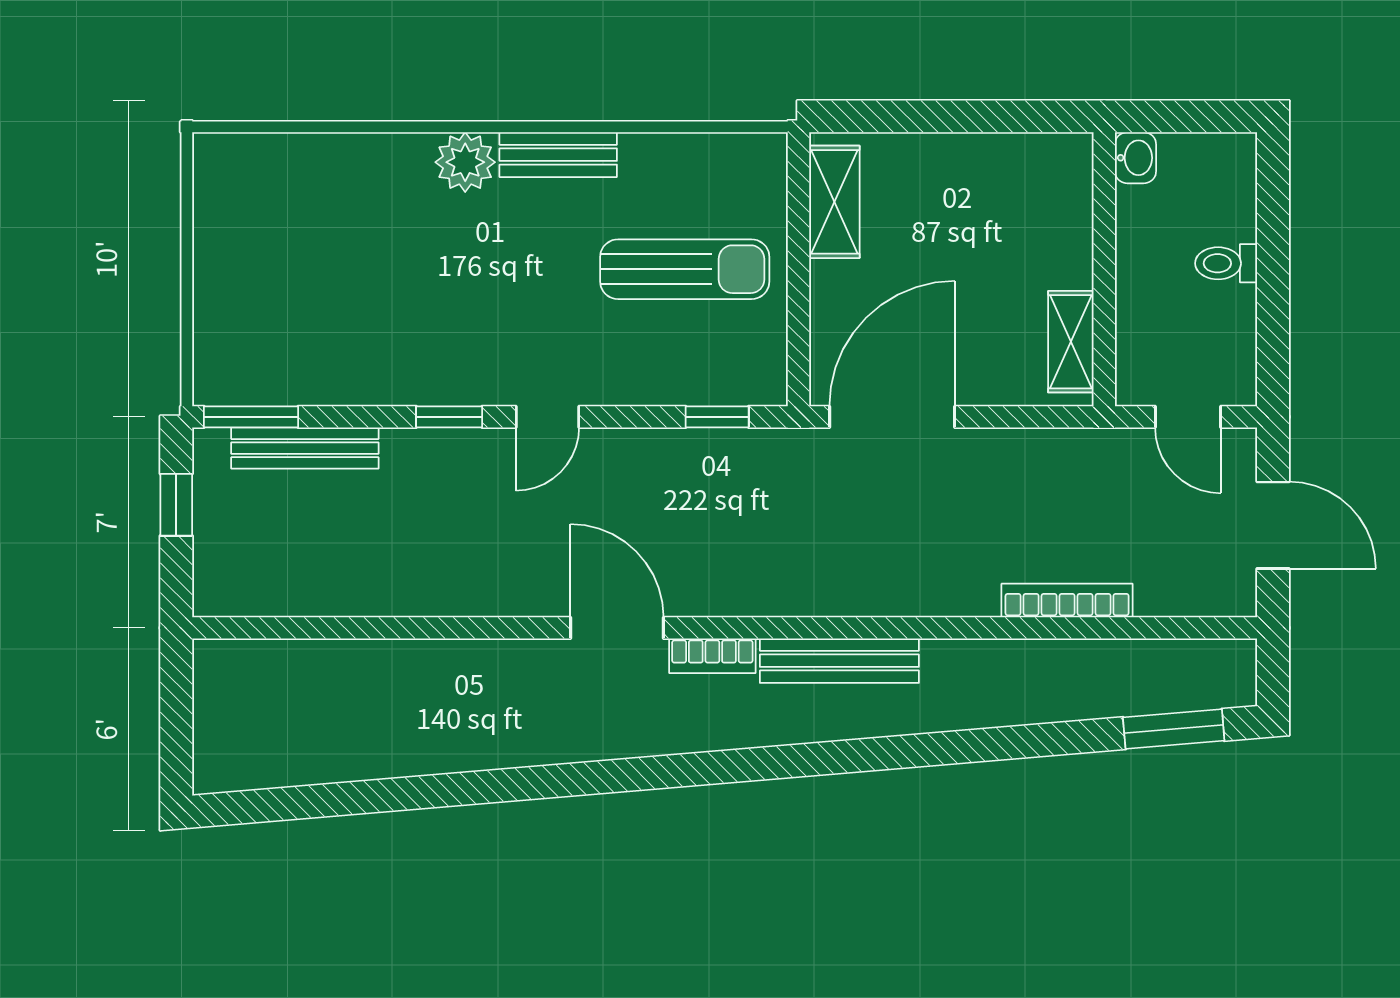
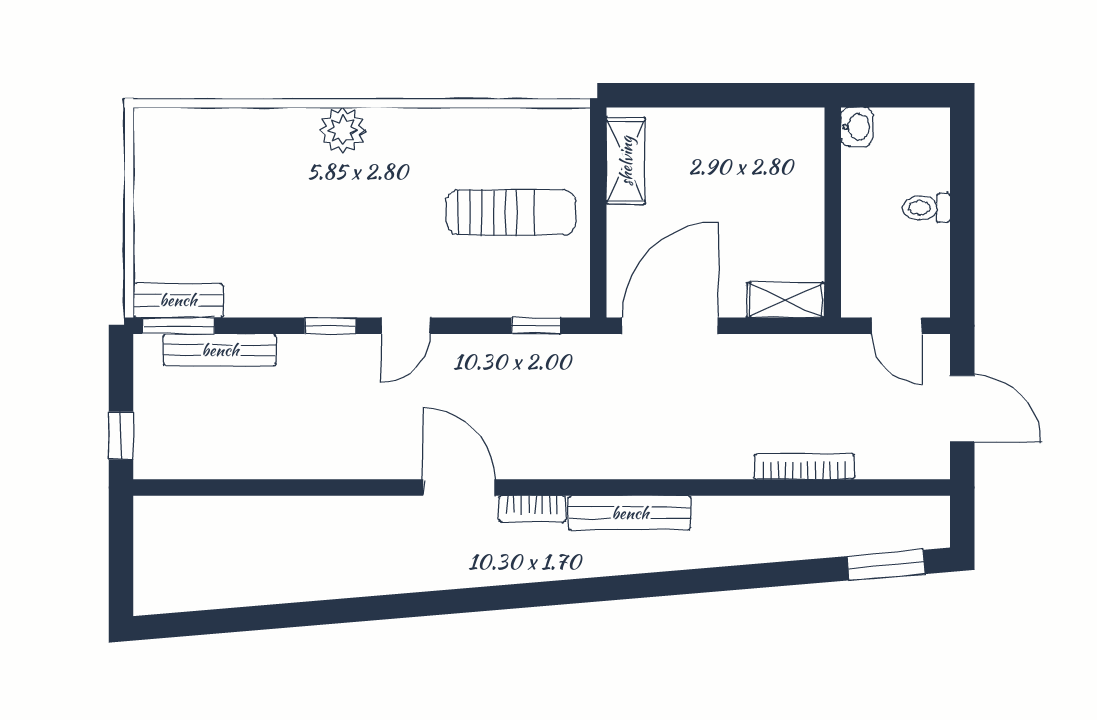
bench: (558, 155) -> (178, 300), moved
shelving: (1071, 342) -> (786, 300), moved, turned 90
window: (176, 505) -> (121, 435), moved

